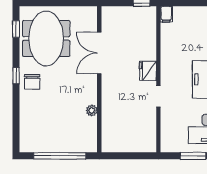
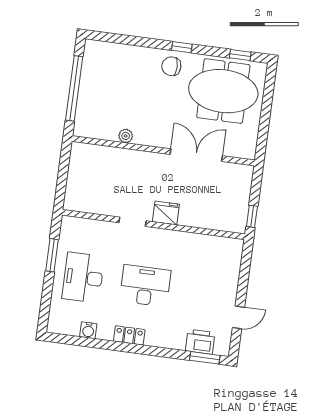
filing cabinet: (166, 14) -> (234, 245), removed

